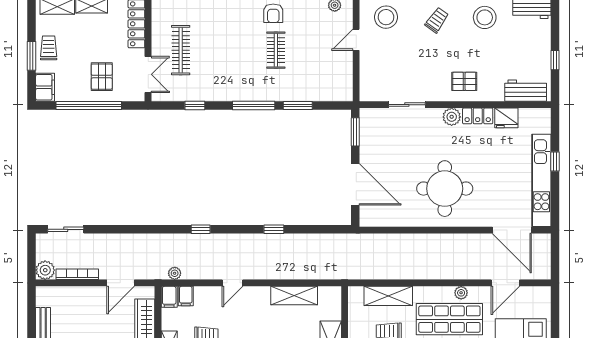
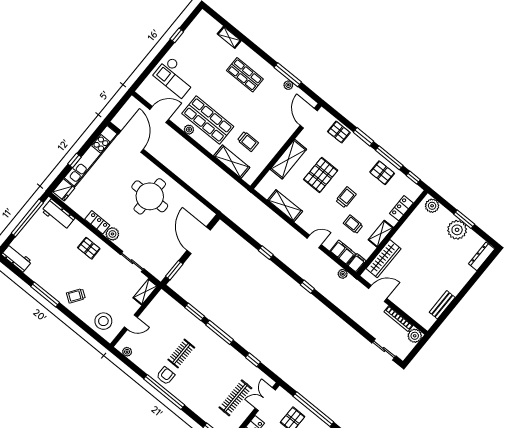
stool: (485, 17) -> (47, 275), removed
window: (555, 60) -> (27, 218), width x3.17
shelving: (367, 84) -> (145, 292), added
fridge: (506, 118) -> (64, 190), moved, turned 90
filing cabinet: (186, 296) -> (343, 252), width x2.00

